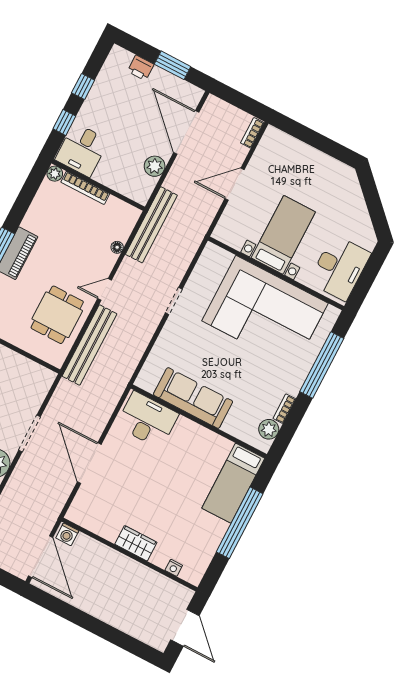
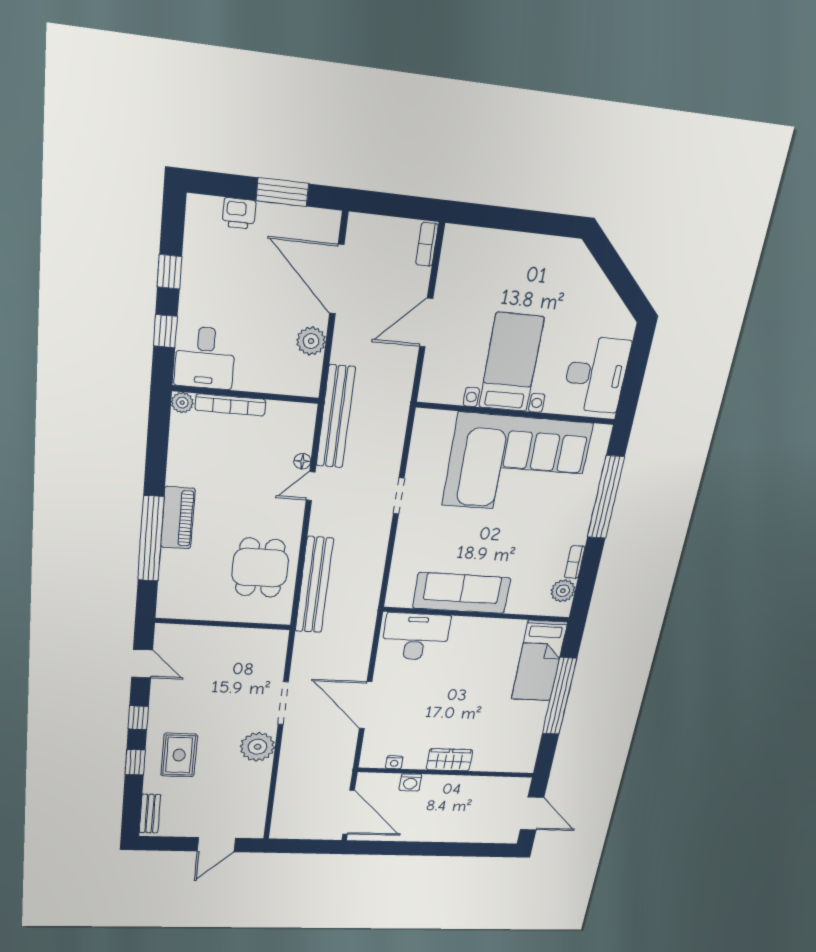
door: (105, 289) -> (311, 486), moved
washing machine: (67, 534) -> (410, 782), moved
nightstand: (174, 568) -> (394, 762), moved

